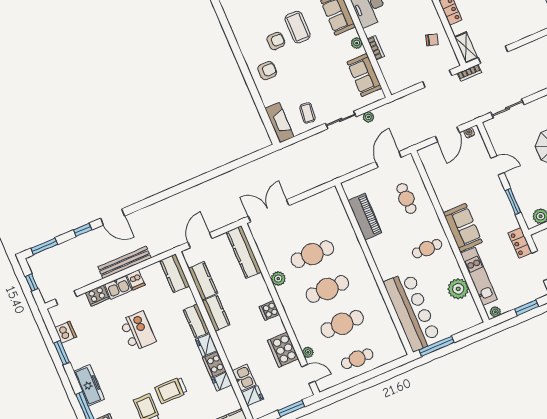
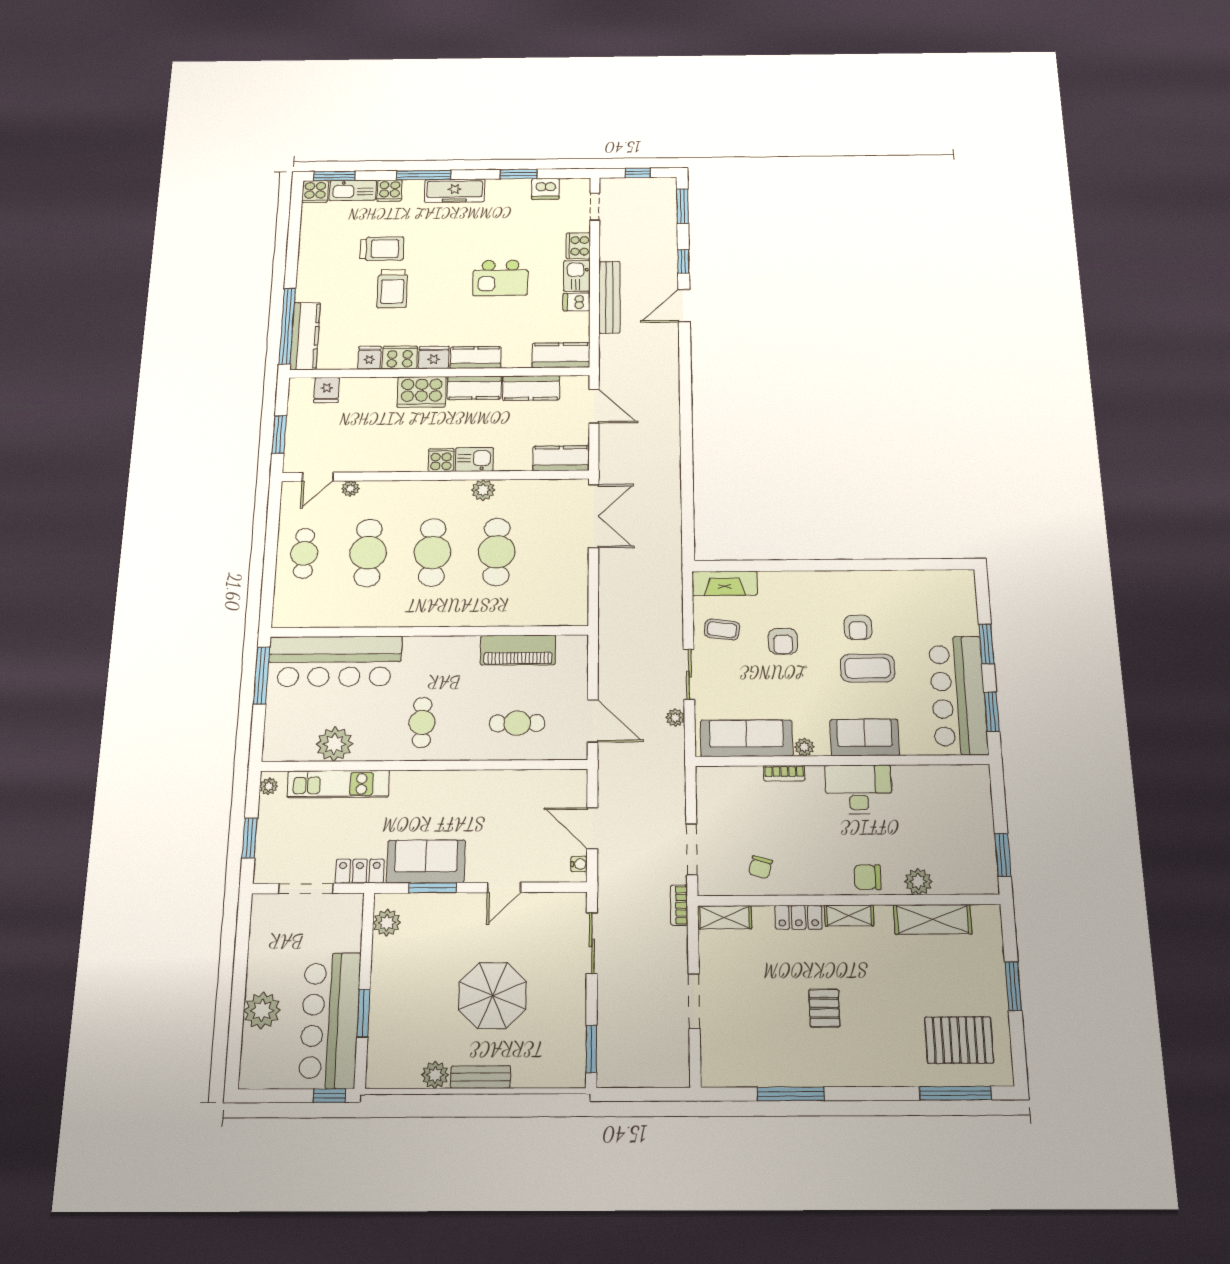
doorway: (493, 55) -> (694, 1001), moved
armchair: (267, 71) -> (783, 641), moved
sofa: (364, 75) -> (746, 738), width x1.36
sofa: (463, 228) -> (426, 861), moved, turned 180
kitchen counter: (244, 252) -> (561, 458), width x0.67
cooker: (283, 350) -> (422, 392), moved, turned 180
kitchen sink: (244, 378) -> (474, 459), moved, turned 180
trolley: (171, 390) -> (392, 289), turned 180

